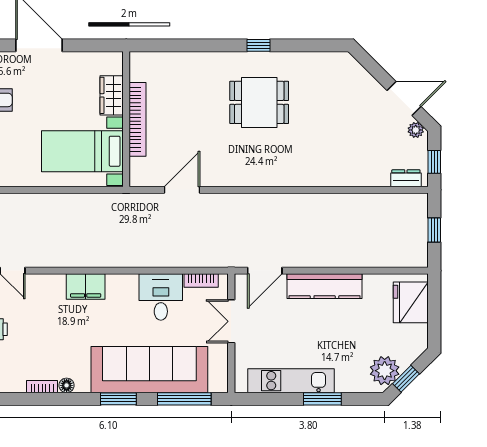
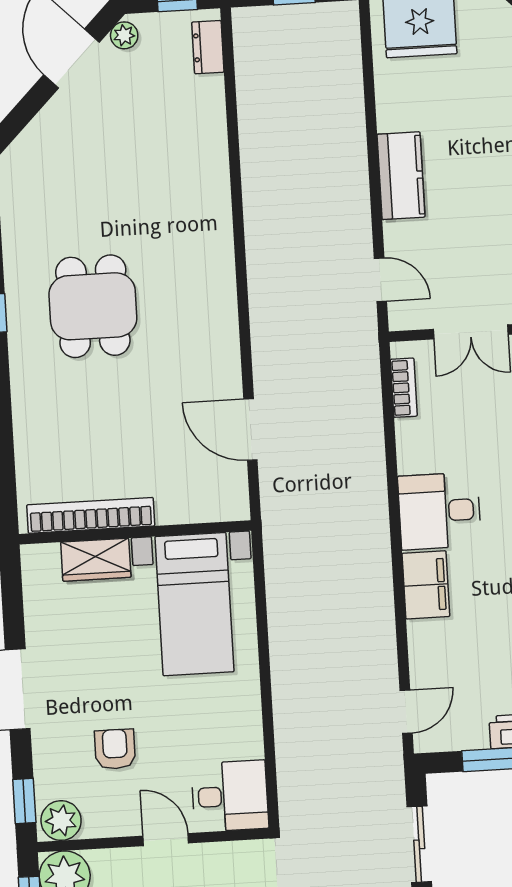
bookcase: (138, 119) -> (91, 515), moved
door: (265, 271) -> (380, 280), width x0.73
kitchen counter: (325, 286) -> (401, 176), width x0.67
desk: (161, 297) -> (439, 511), moved

